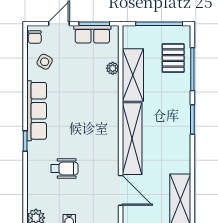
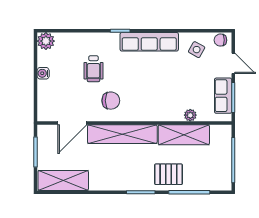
pallet: (173, 58) -> (168, 174), moved
chair: (97, 151) -> (111, 101), added

